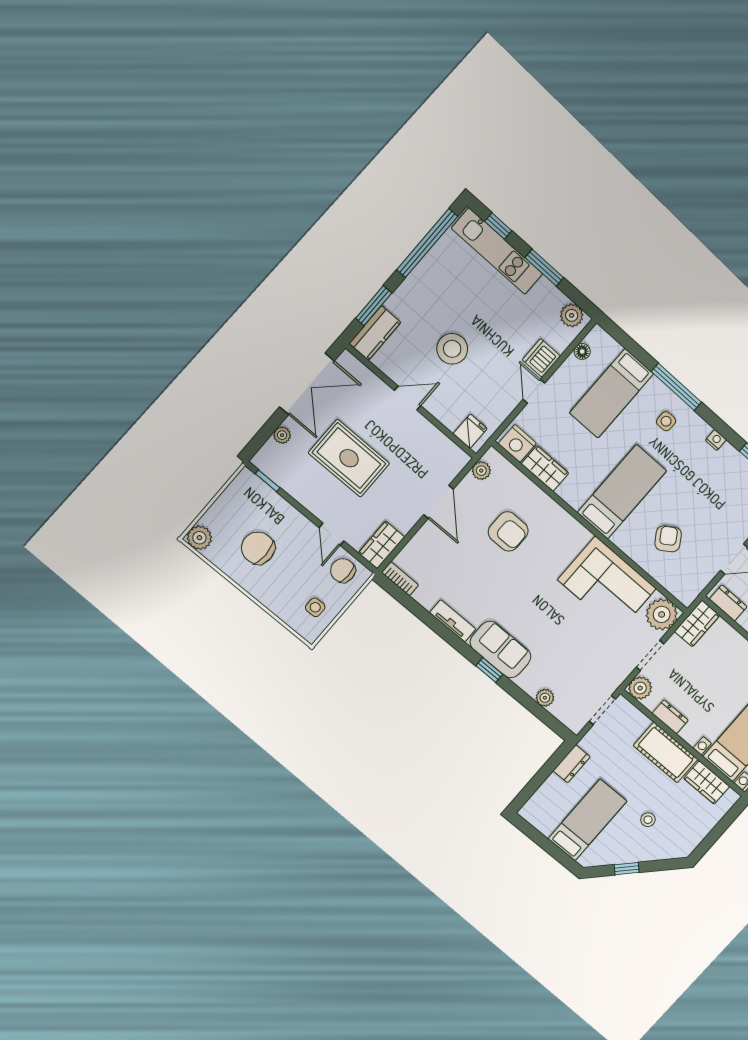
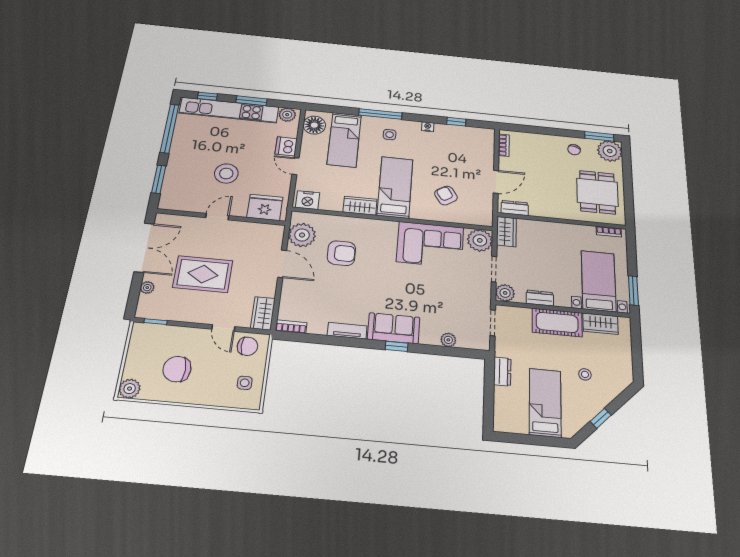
kitchen unit: (497, 251) -> (229, 110), width x1.36
kitchen counter: (375, 333) -> (170, 193), removed
floor lamp: (582, 351) -> (314, 125), width x1.89, depth x1.89
fridge: (470, 431) -> (265, 207), width x1.88, depth x1.34
wardrobe: (545, 468) -> (360, 206), moved
plant: (481, 471) -> (302, 235), width x1.87, depth x1.87
chair: (343, 571) -> (247, 346), turned 180

